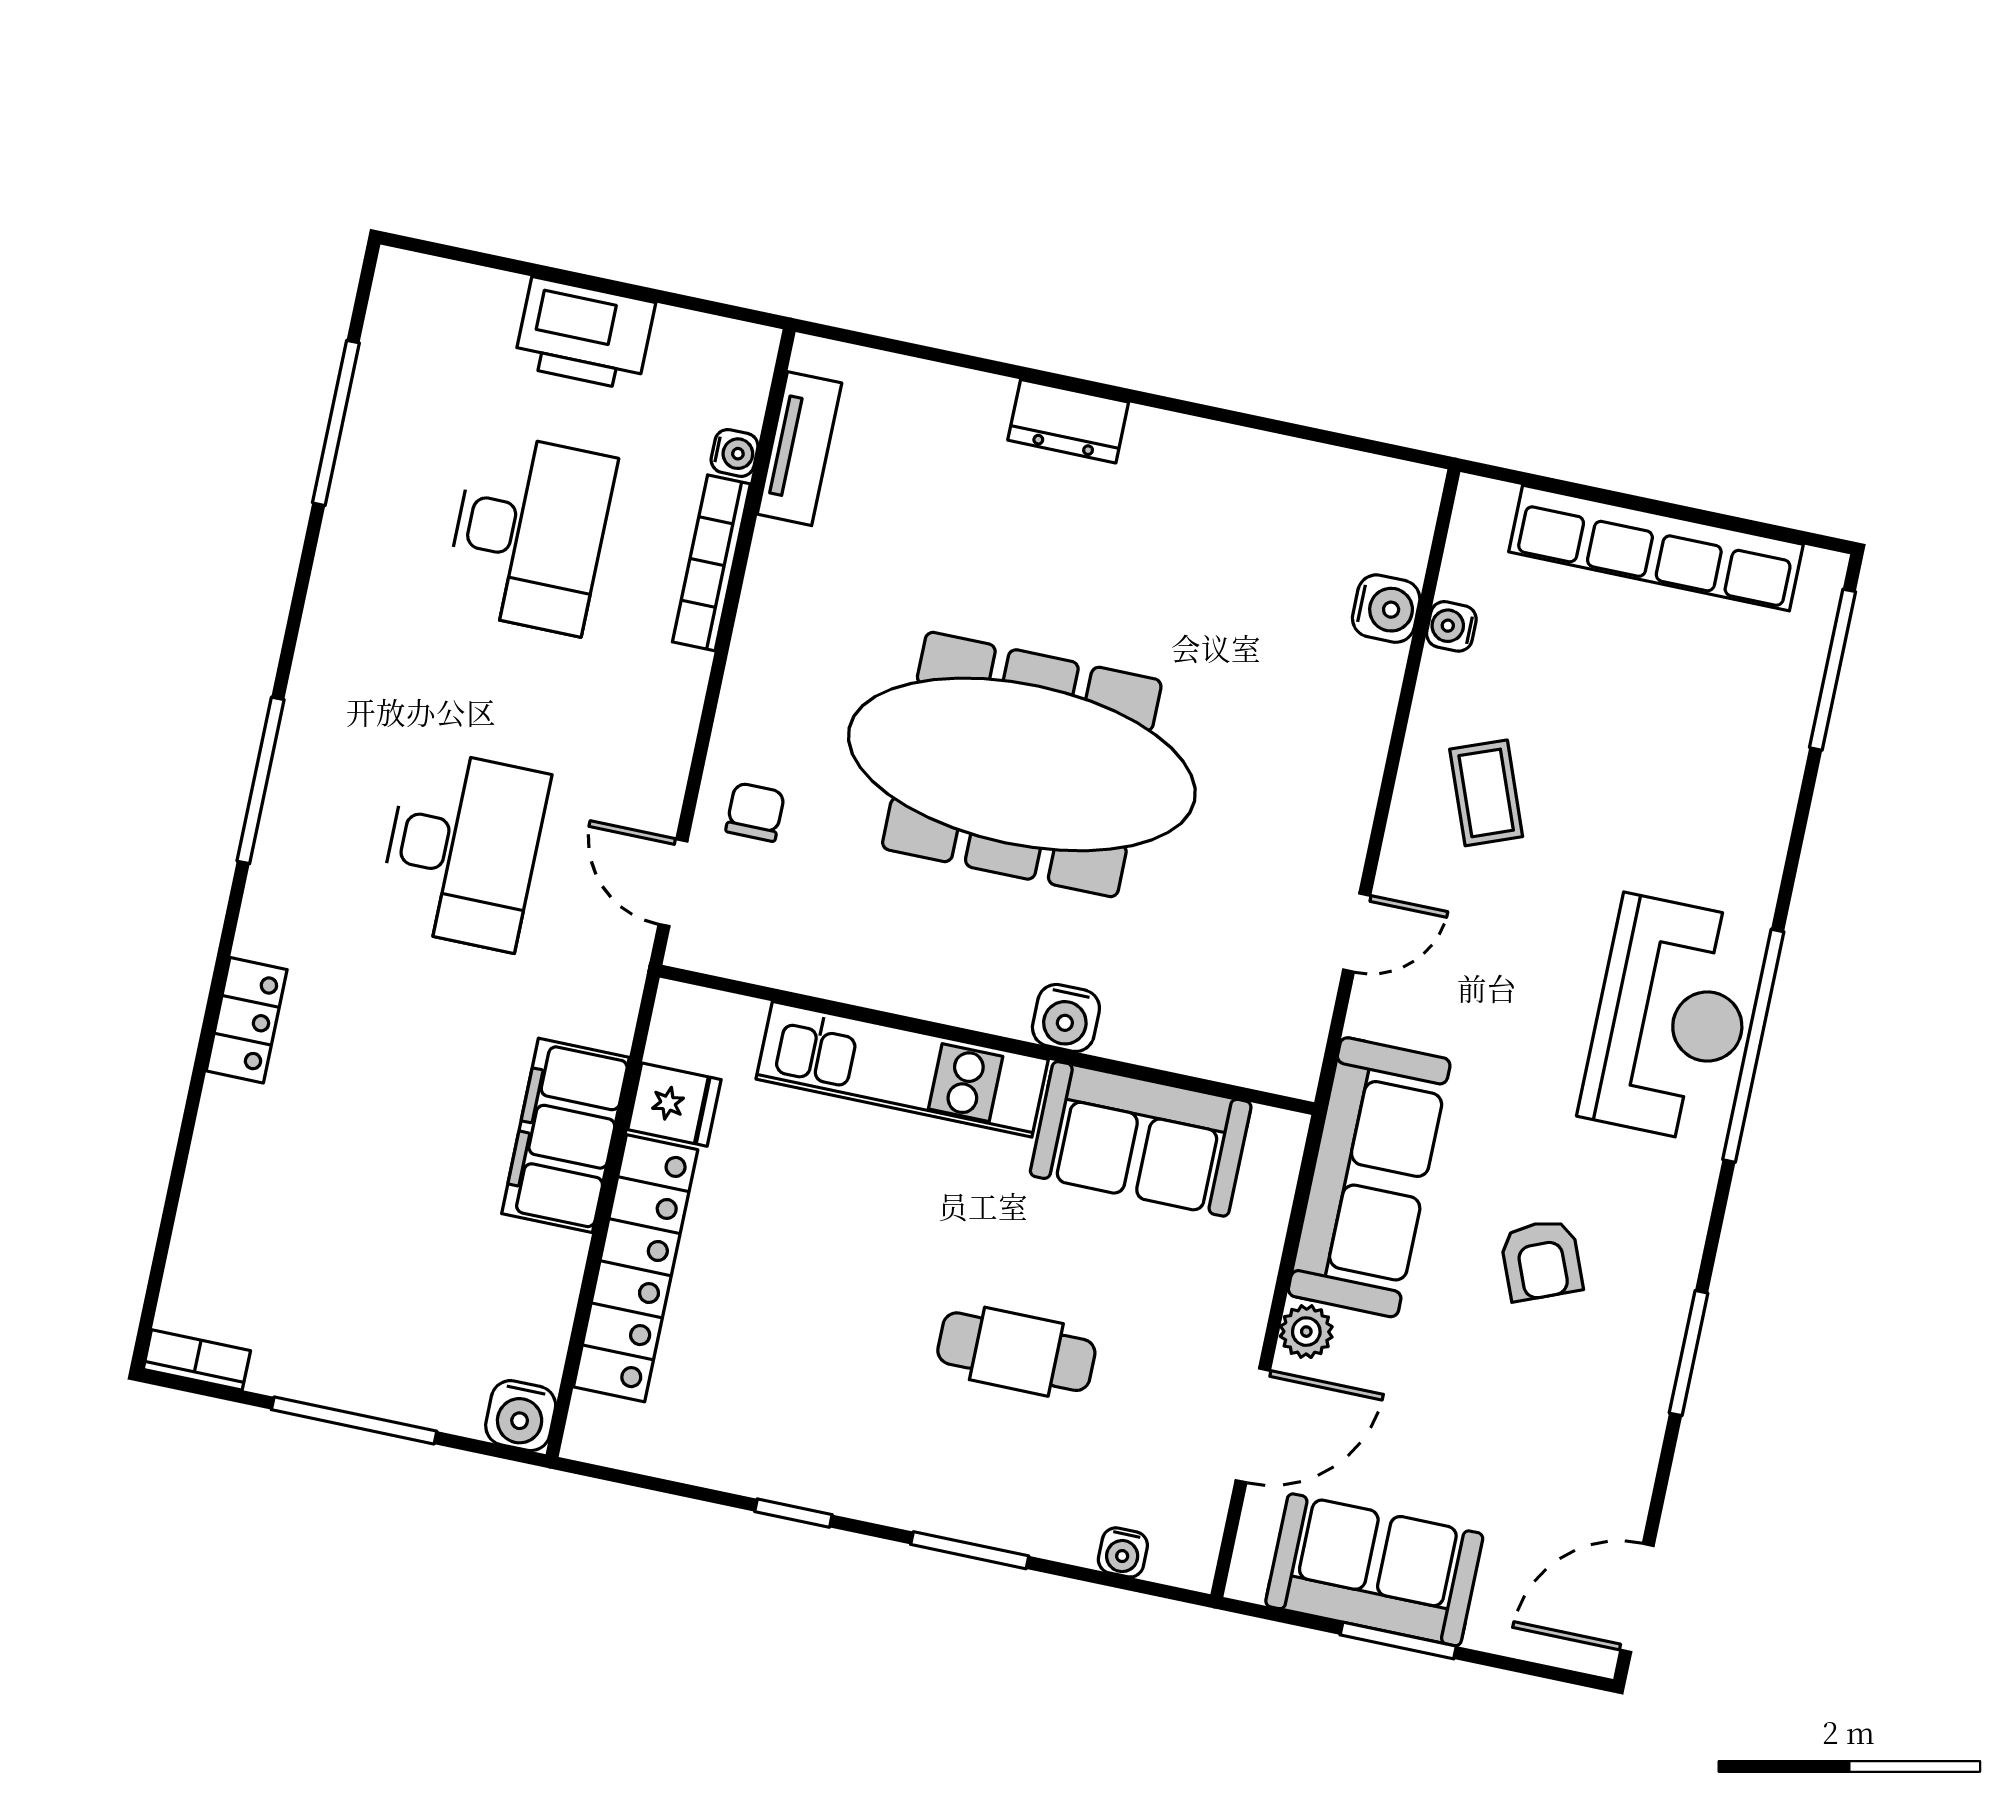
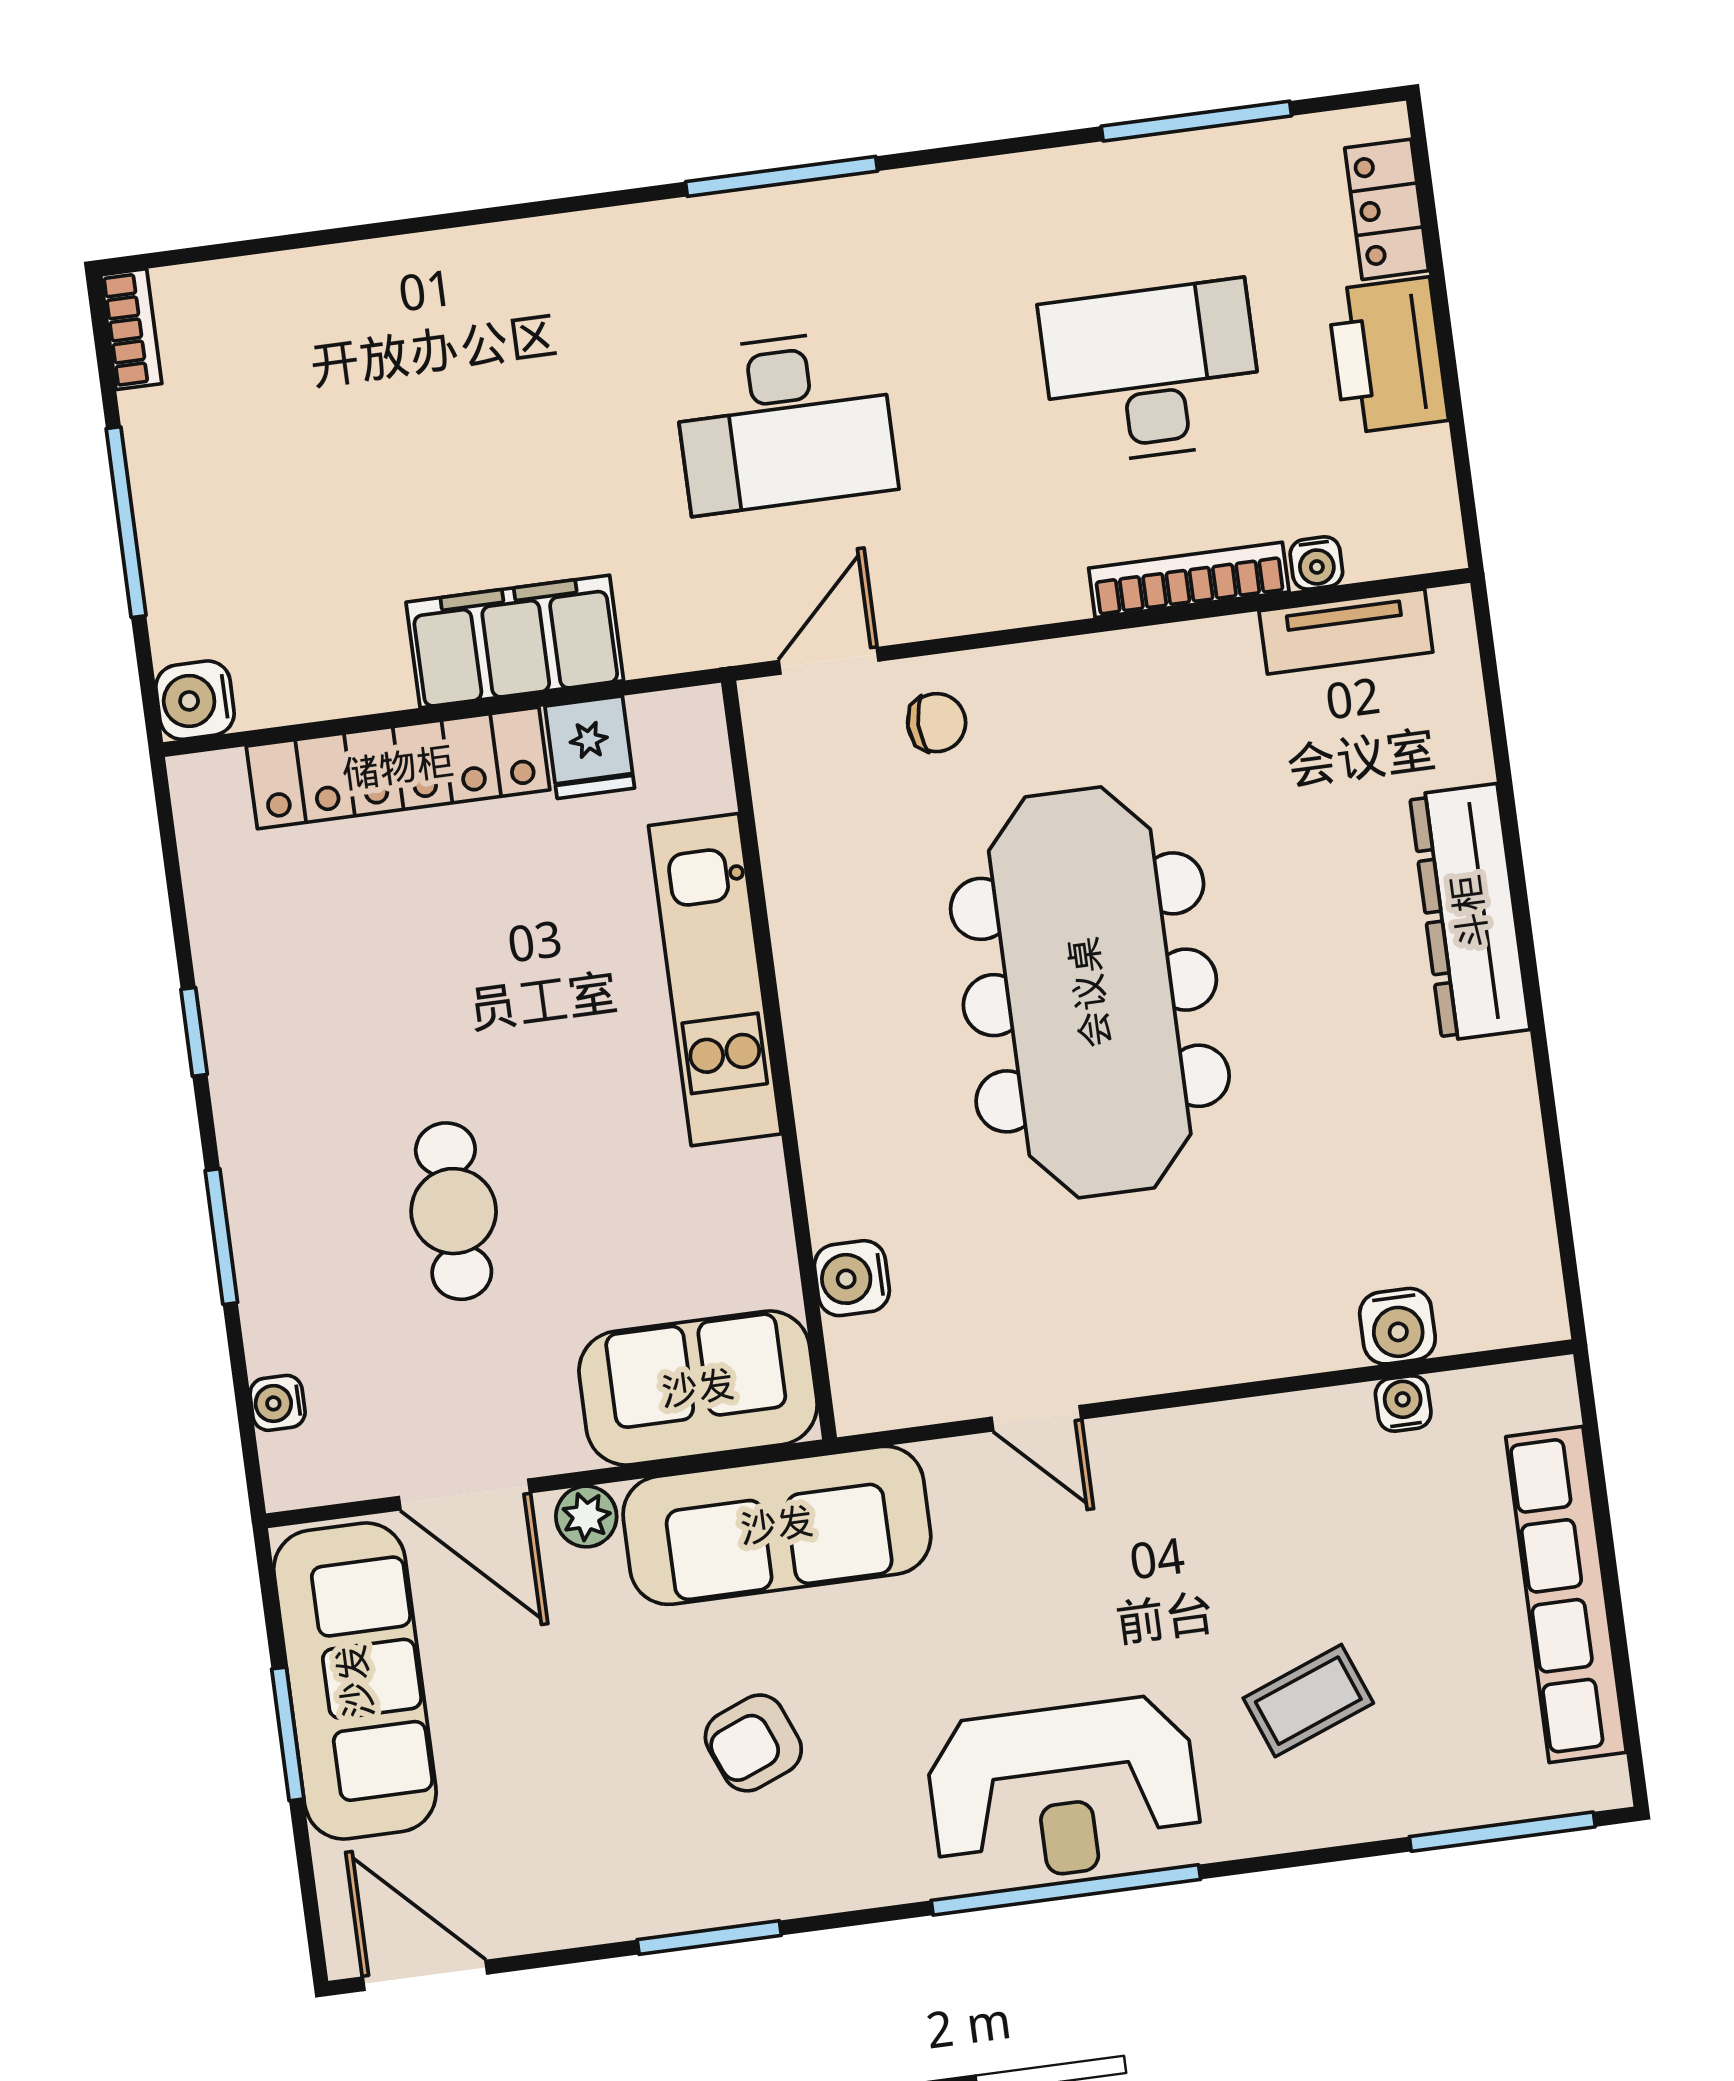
dresser: (1068, 421) -> (1470, 912), width x1.96, depth x1.24
desk: (530, 533) -> (1152, 372), turned 180
coffee table: (1486, 793) -> (1308, 1701), moved
water cooler: (1066, 1018) -> (852, 1278), moved
locker: (247, 1020) -> (1387, 209), moved, turned 90
sofa: (1141, 1139) -> (698, 1388), moved, turned 90
sofa: (1374, 1570) -> (355, 1681), width x1.36

